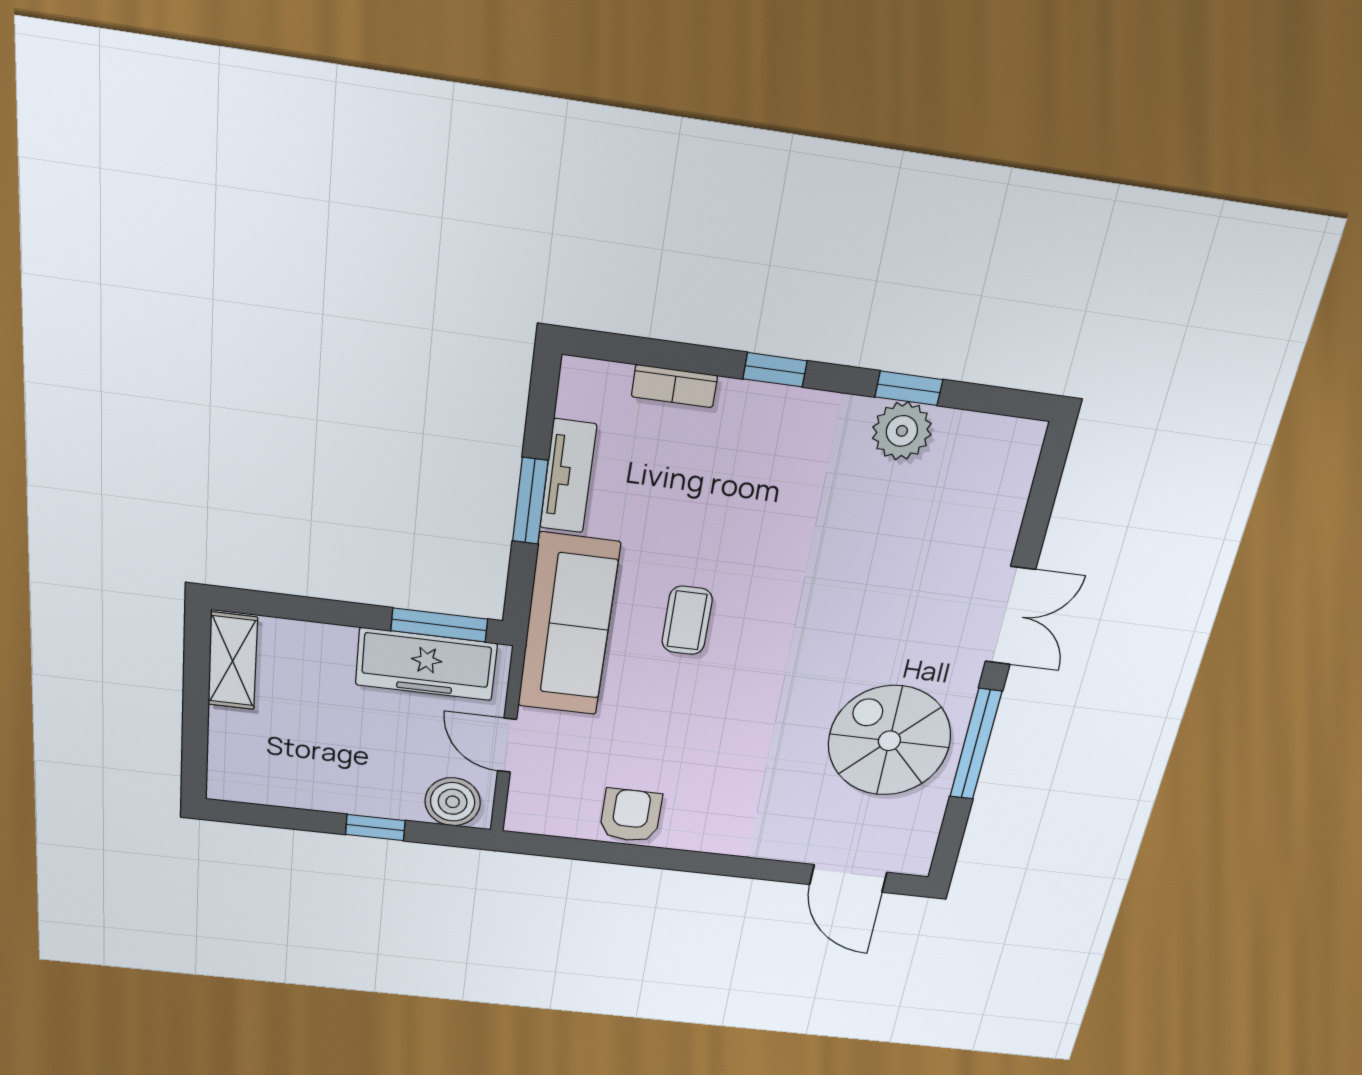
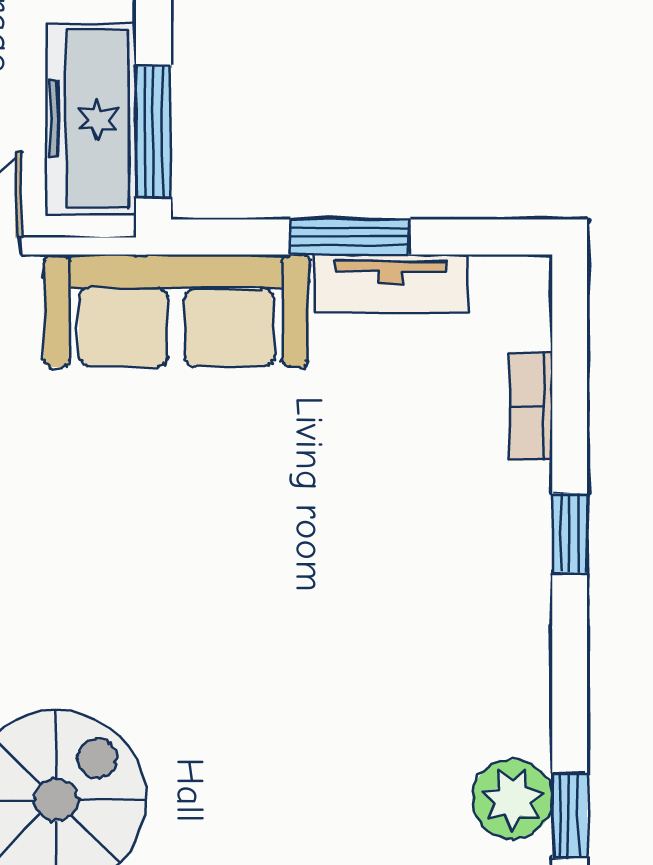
window: (909, 388) -> (570, 816), moved
plant: (902, 431) -> (512, 799), moved
coffee table: (687, 620) -> (205, 475), removed

